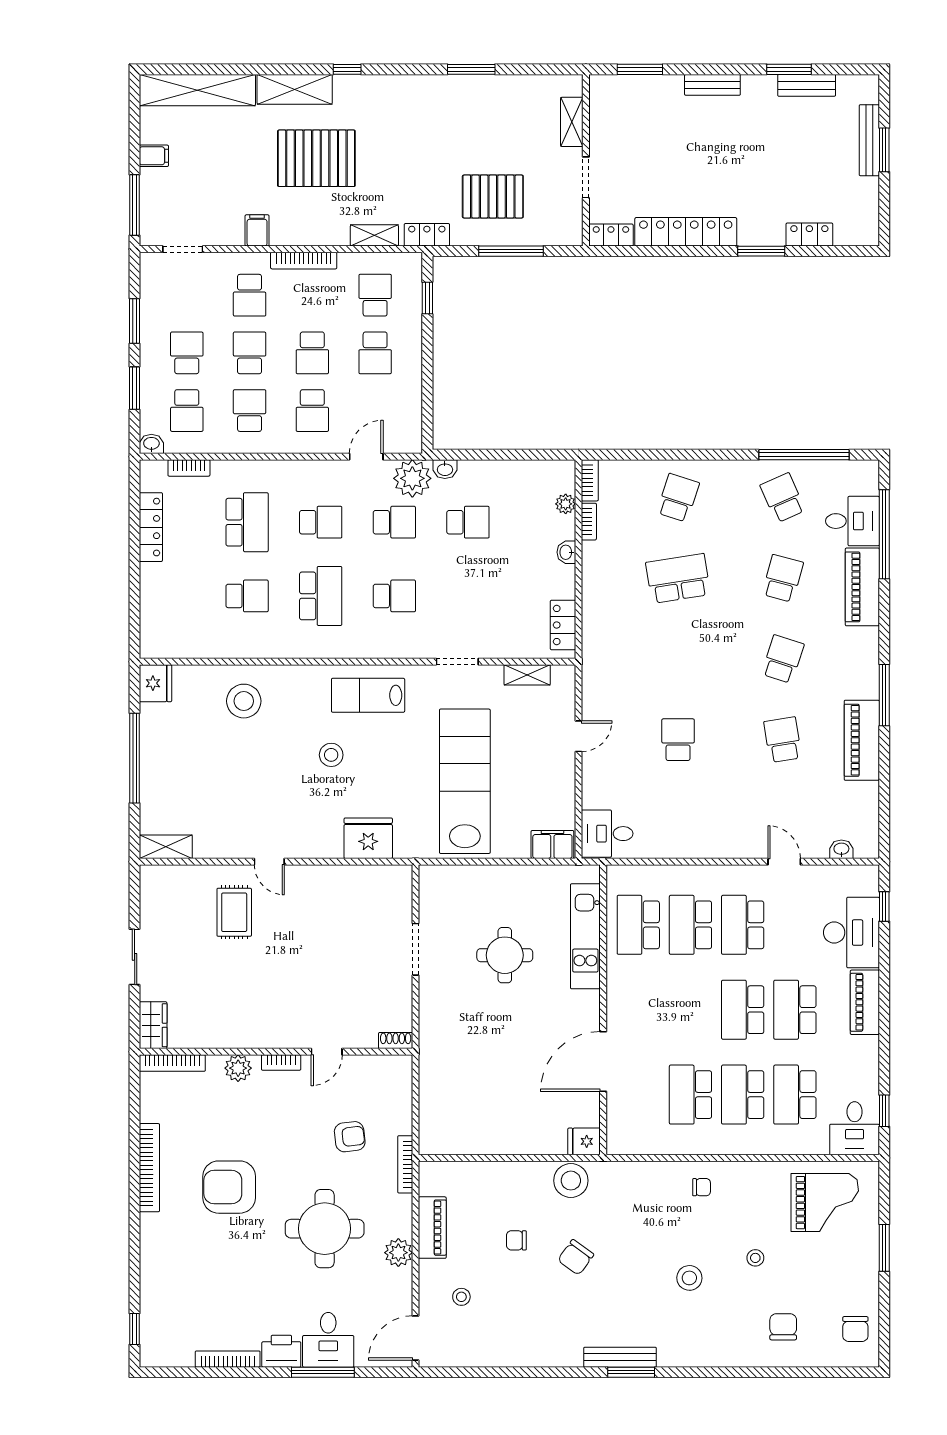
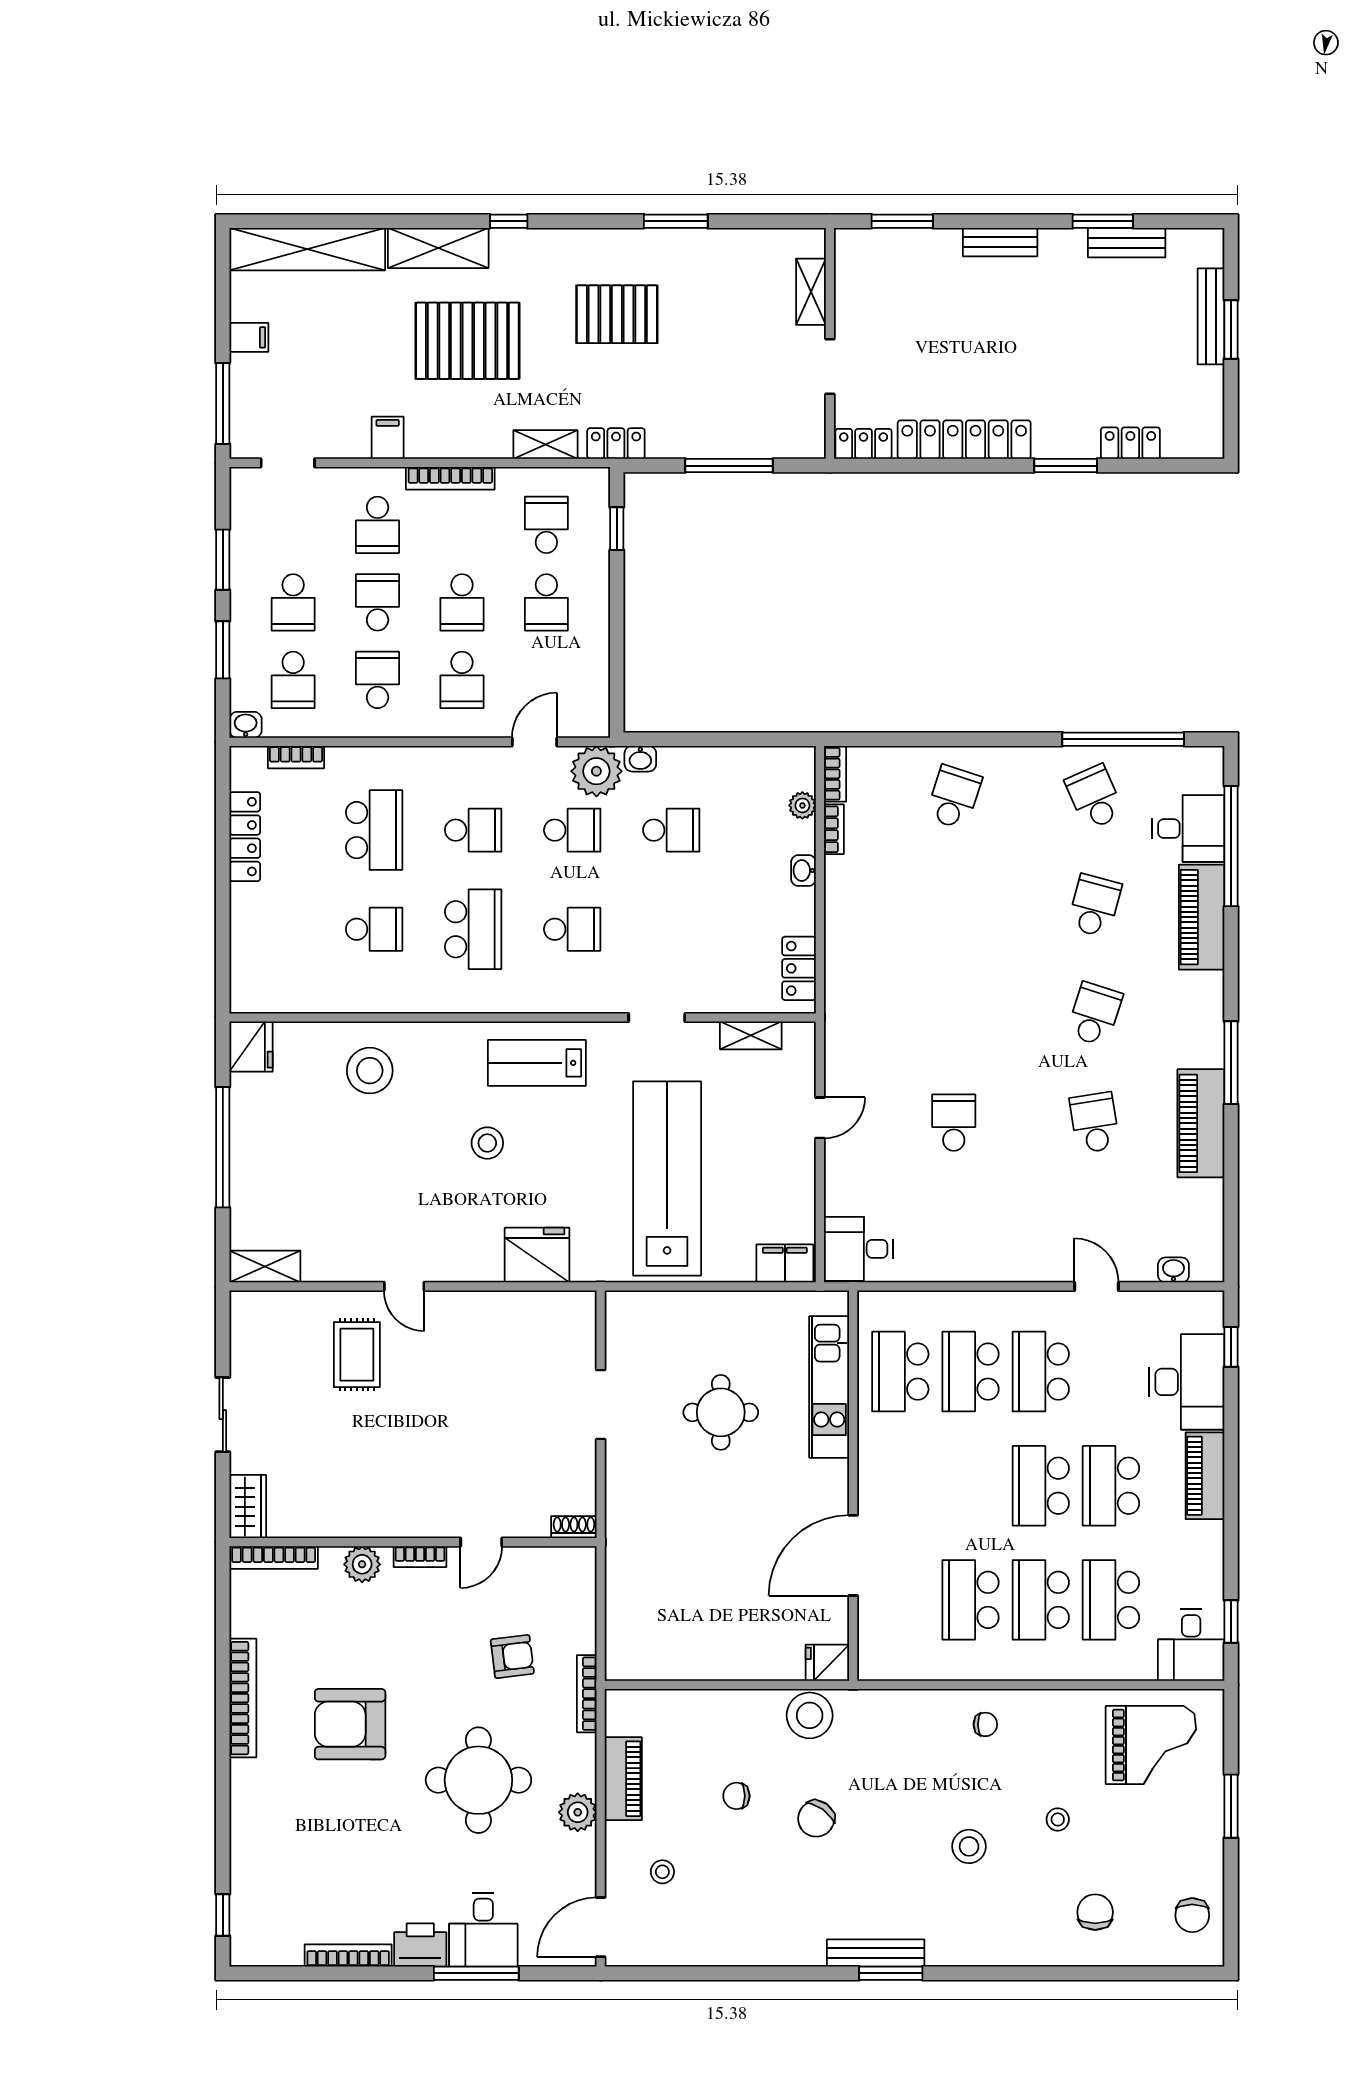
pallet: (493, 197) -> (617, 314), moved
school desk: (187, 353) -> (293, 602), turned 180
school desk: (678, 578) -> (954, 906), removed

